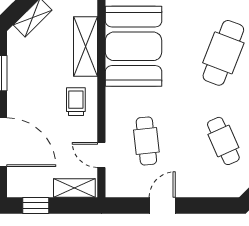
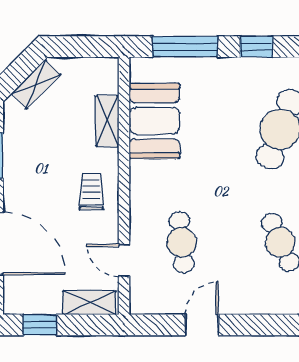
shelving: (85, 46) -> (107, 121), width x0.67, depth x0.75
booth: (134, 46) -> (154, 121), width x0.73, depth x0.70

